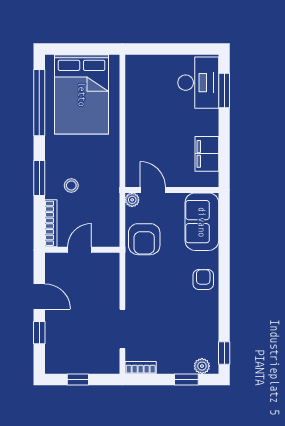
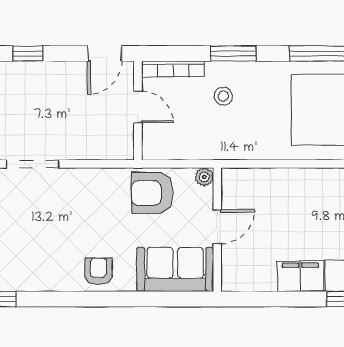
filing cabinet: (207, 154) -> (300, 276), moved
door: (153, 190) -> (217, 227), moved
armchair: (203, 280) -> (98, 271), turned -90
door: (39, 297) -> (105, 54), moved

